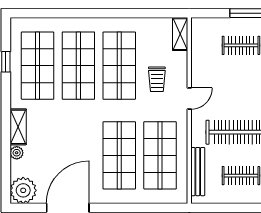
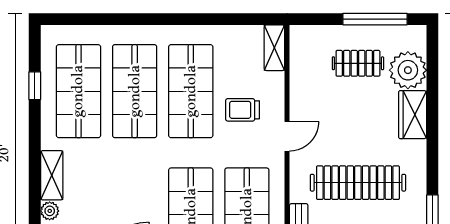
trolley: (157, 79) -> (243, 110), turned 90

